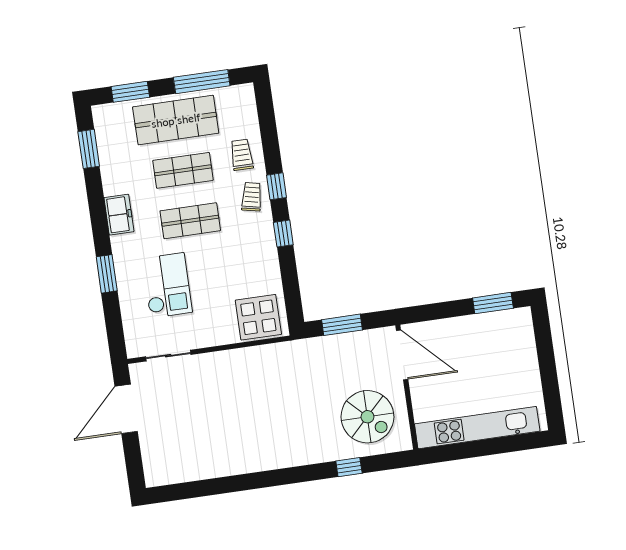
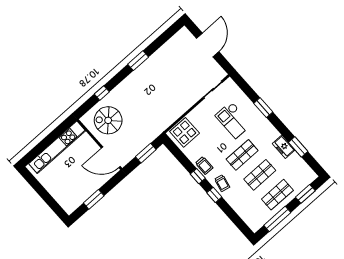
shop shelf: (176, 120) -> (277, 195), width x0.70, depth x0.74
window: (89, 149) -> (298, 147), moved
trolley: (242, 155) -> (204, 166), moved
freezer: (119, 215) -> (284, 147), moved
window: (493, 303) -> (94, 199), moved
door: (126, 409) -> (208, 45), moved
window: (257, 480) -> (138, 61), added

